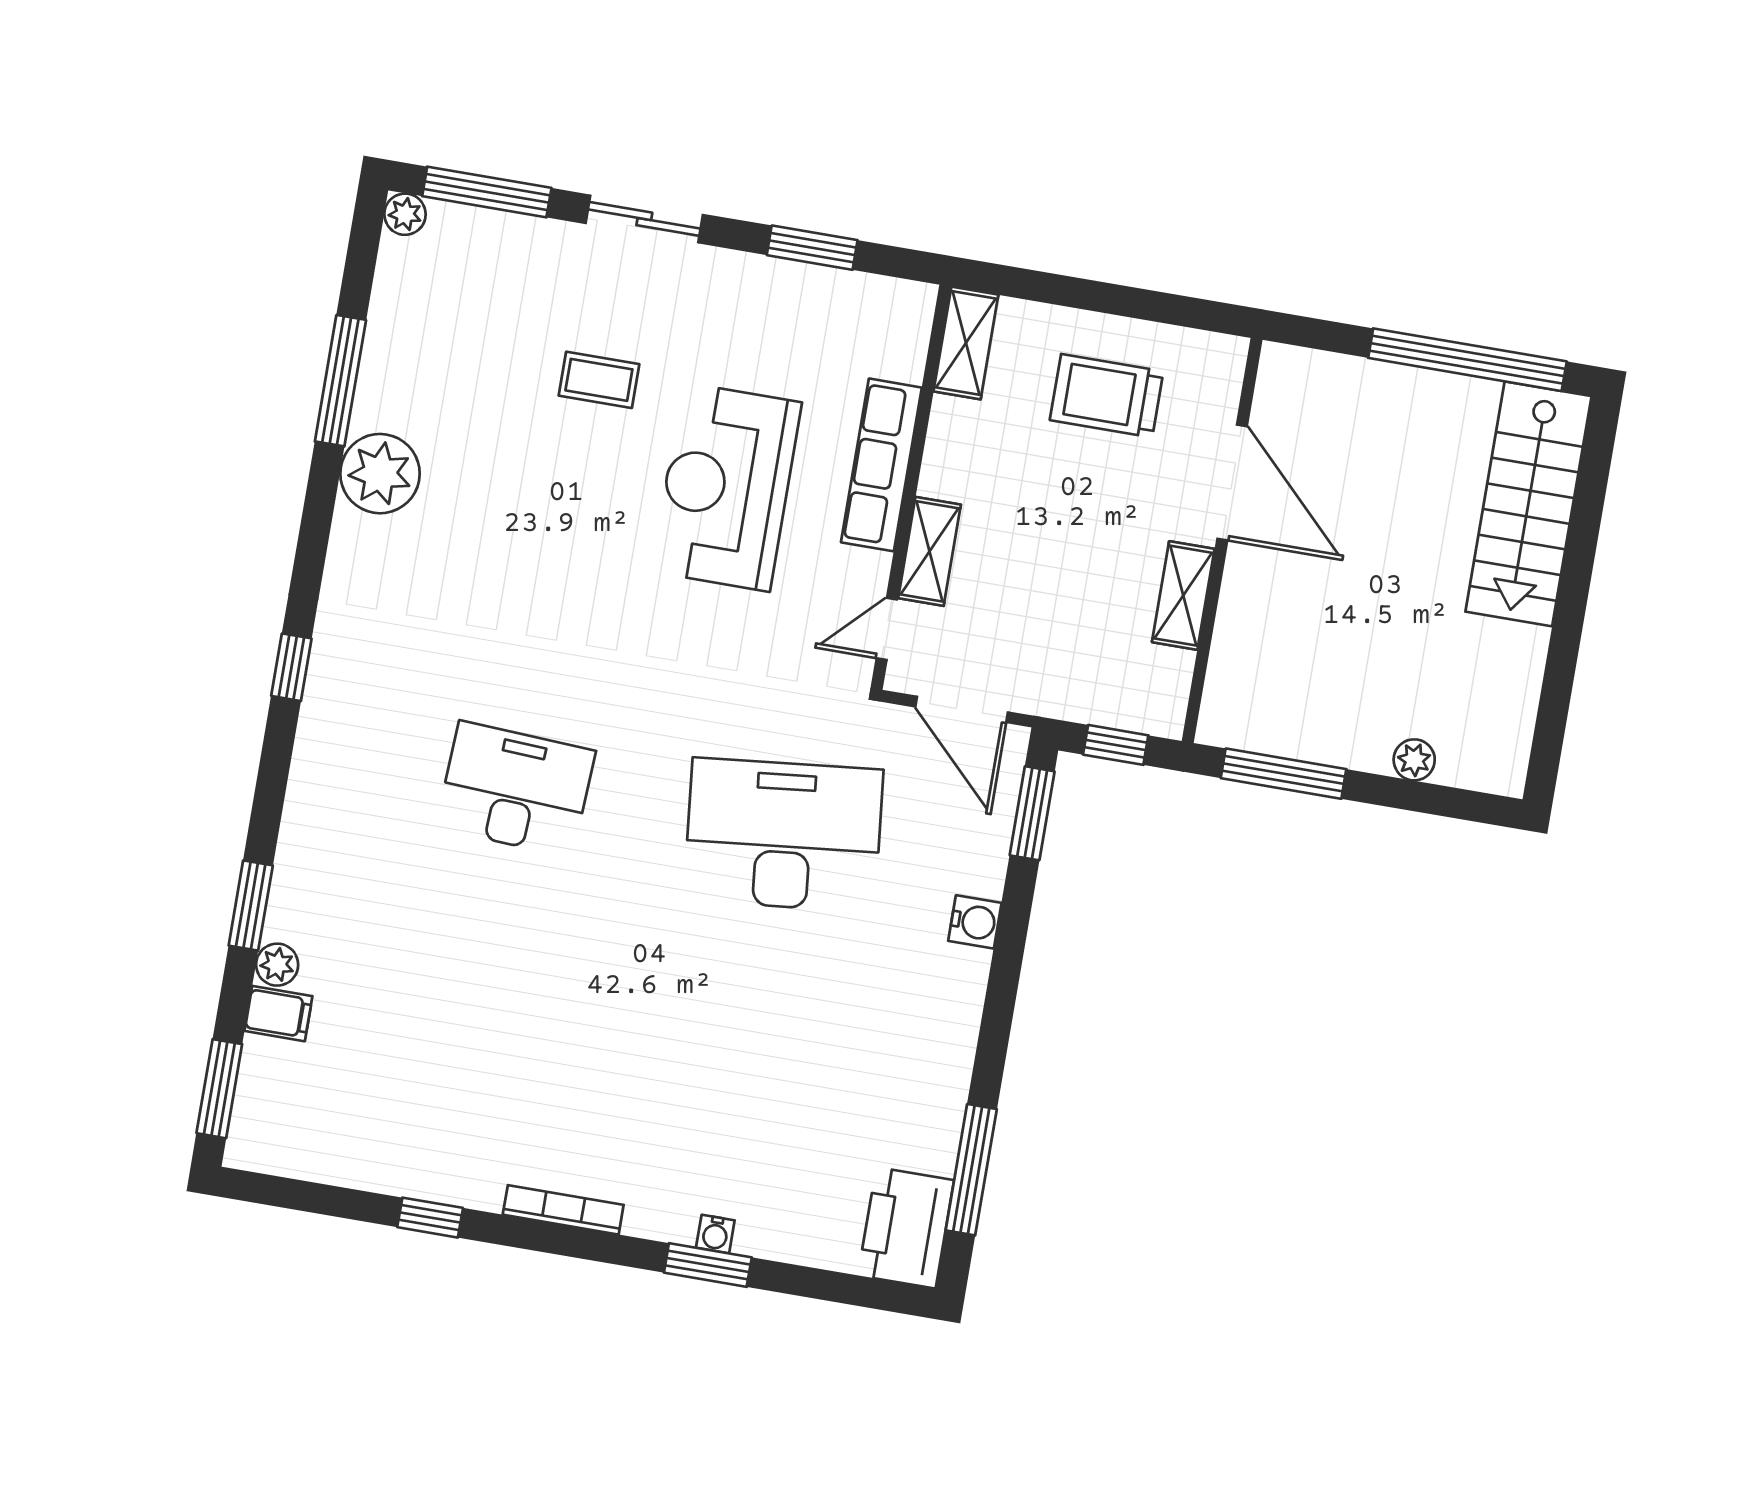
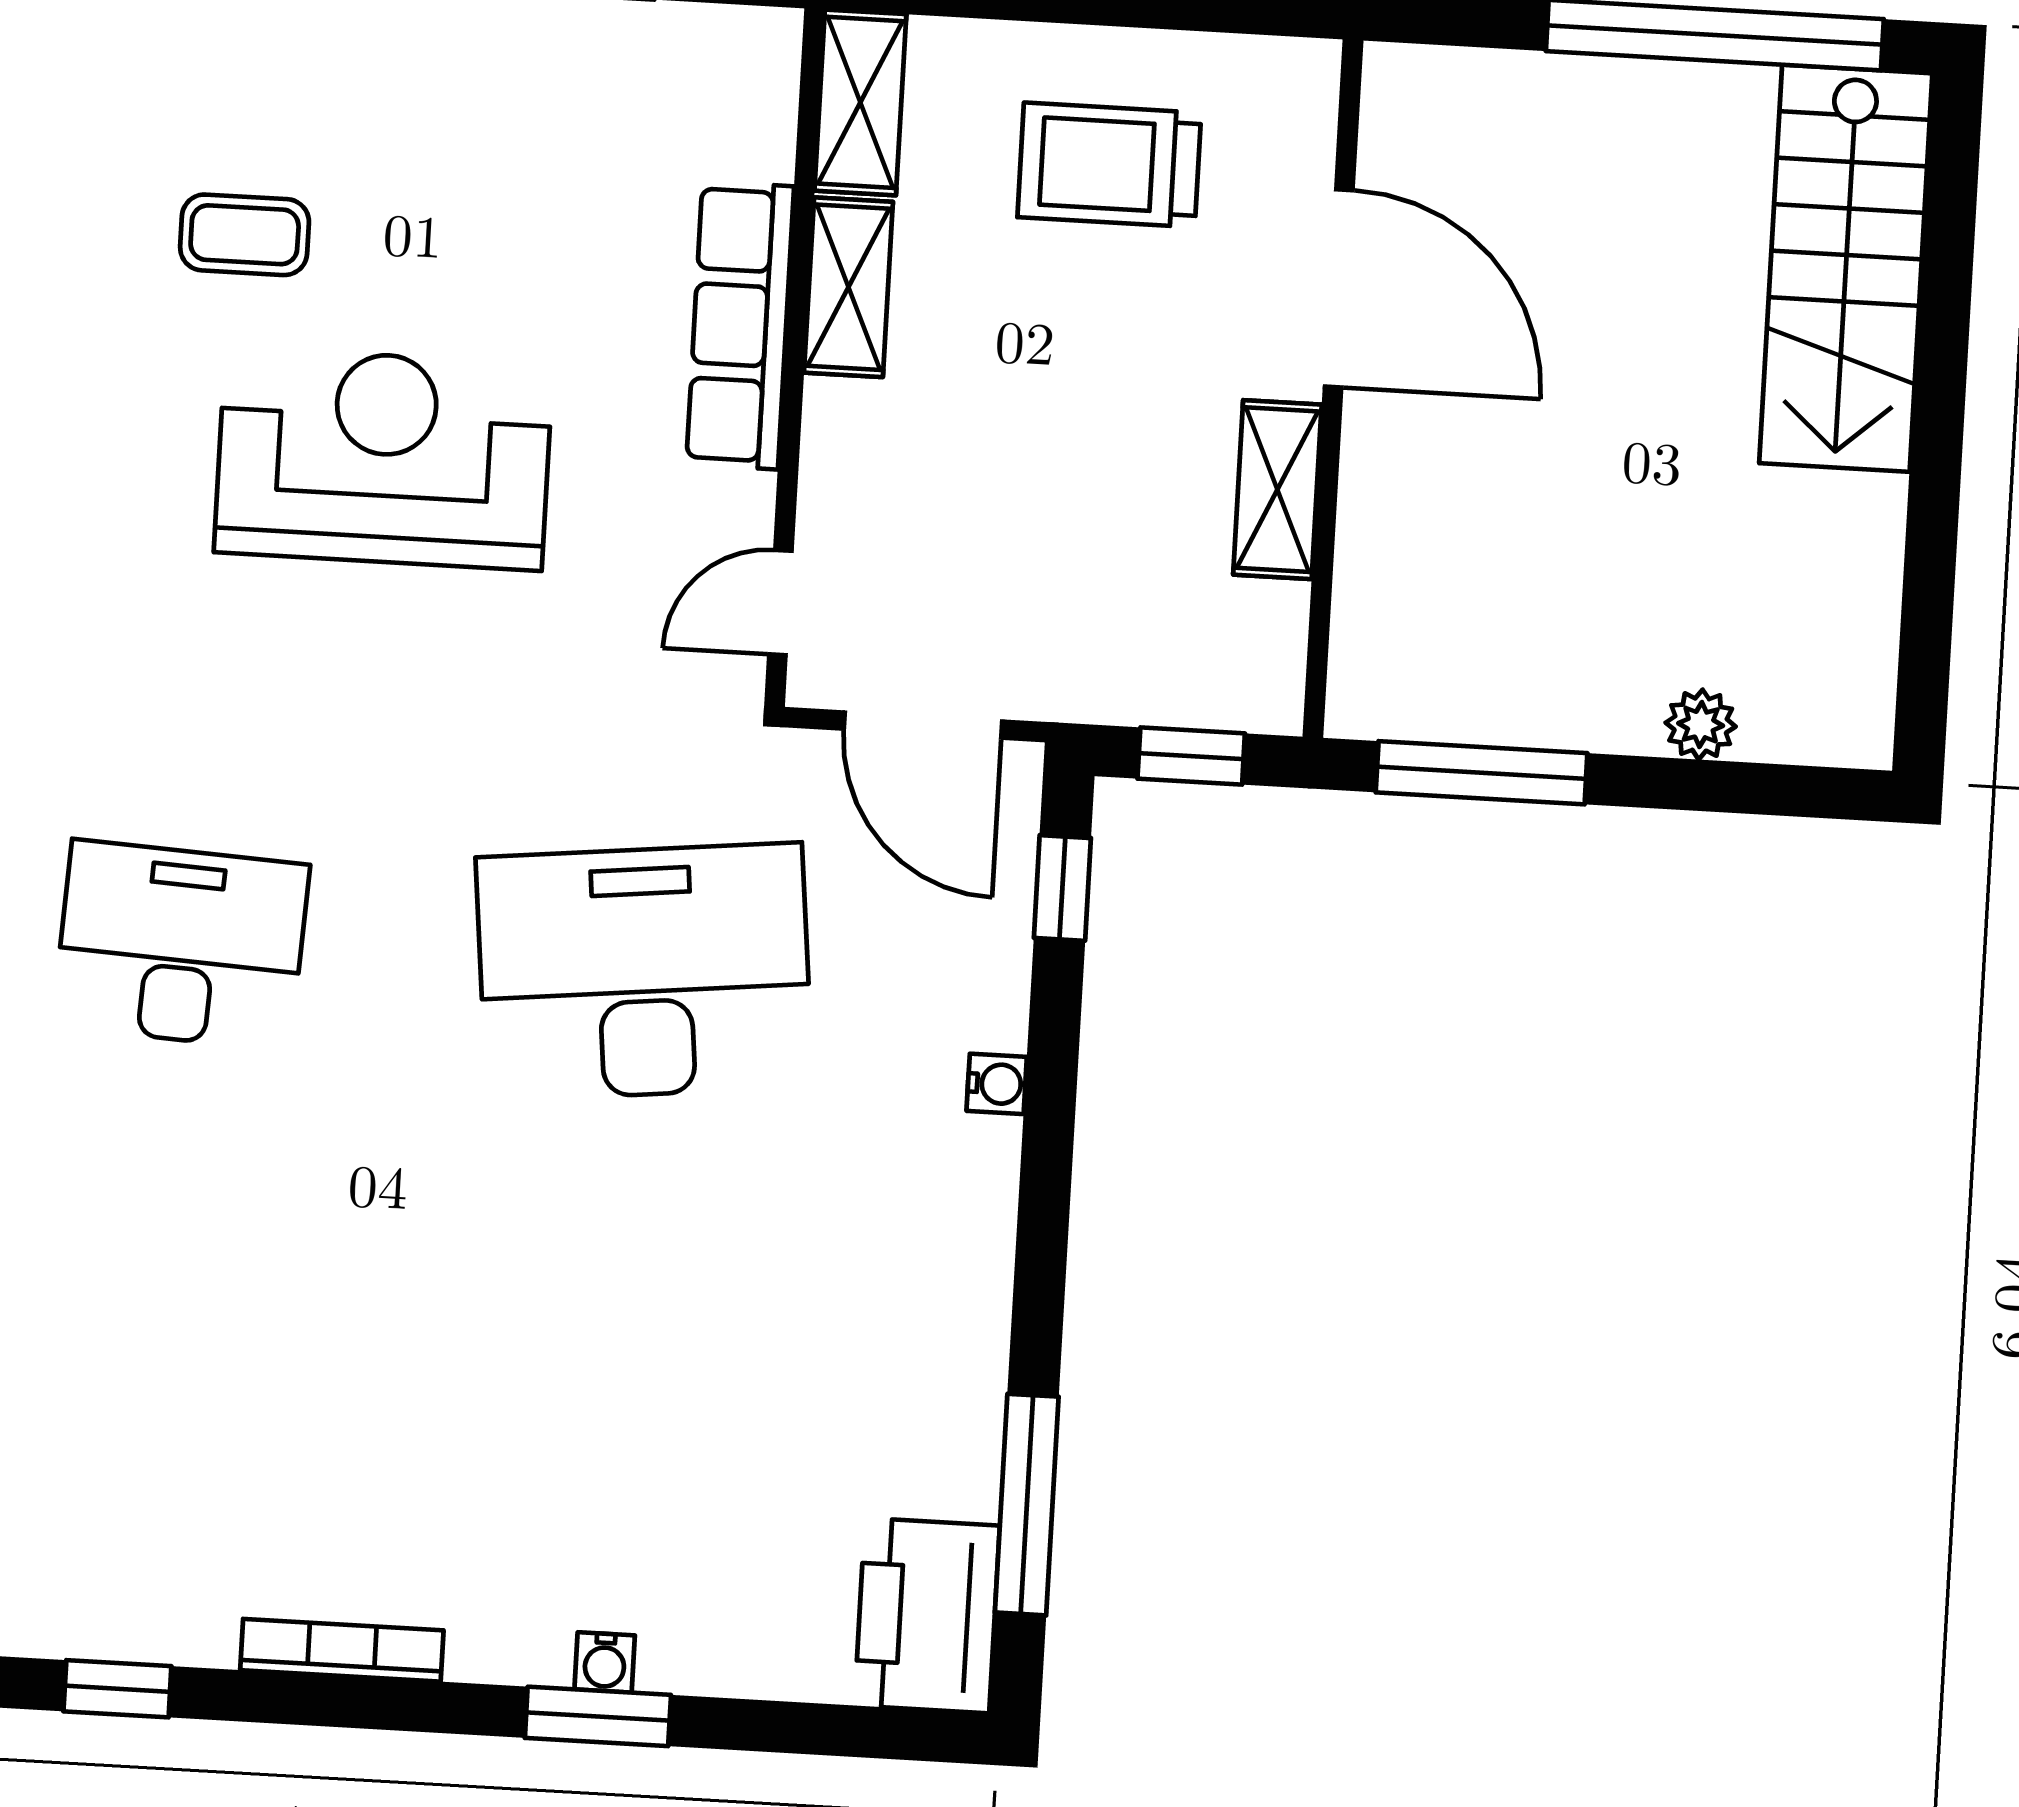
reception desk: (726, 487) -> (384, 458), moved, turned 90
shelving: (930, 551) -> (848, 287), moved
window: (1032, 813) -> (1062, 888), width x0.67
water cooler: (975, 922) -> (997, 1084), width x0.72, depth x0.72

